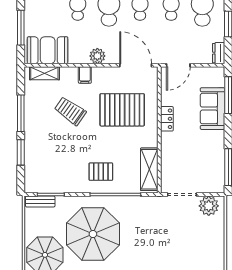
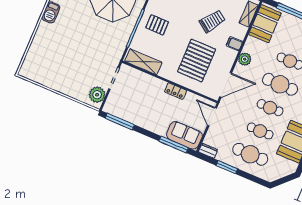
sofa: (213, 109) -> (184, 135), moved
pallet: (101, 172) -> (157, 25), turned 90

